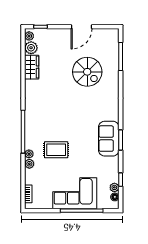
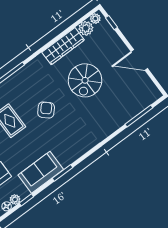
wardrobe: (32, 67) -> (63, 46), width x1.50
spiral stairs: (87, 72) -> (85, 80), moved
armchair: (68, 119) -> (46, 110), added
sofa: (109, 139) -> (41, 172), moved

